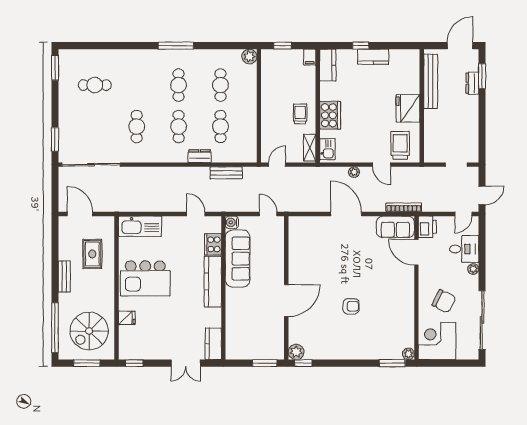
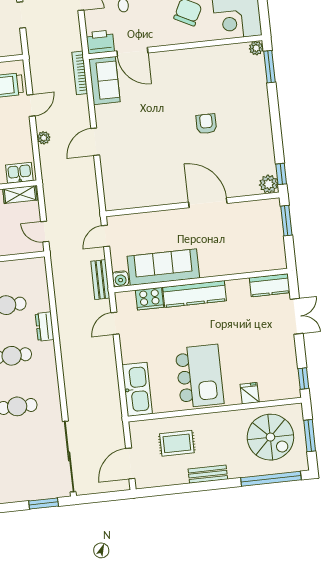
bench: (226, 173) -> (100, 280), moved
door: (346, 214) -> (95, 142), width x0.73
door: (416, 252) -> (132, 52), hinge flipped

